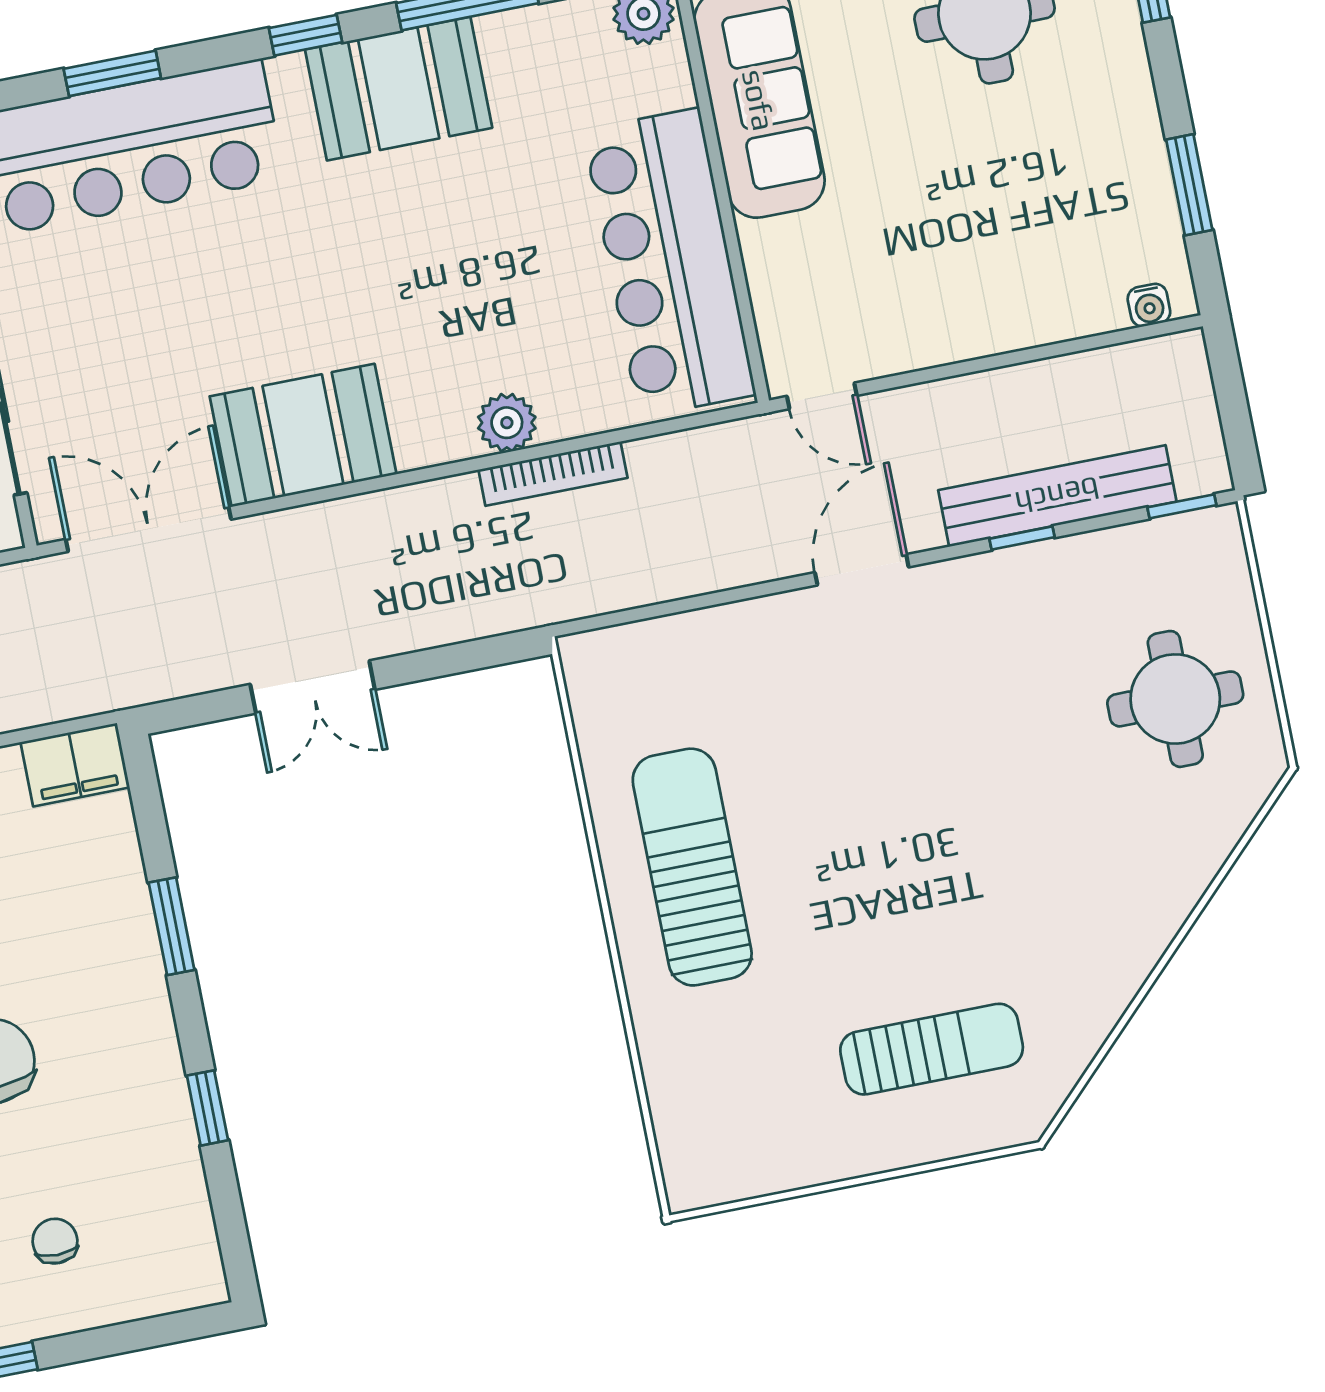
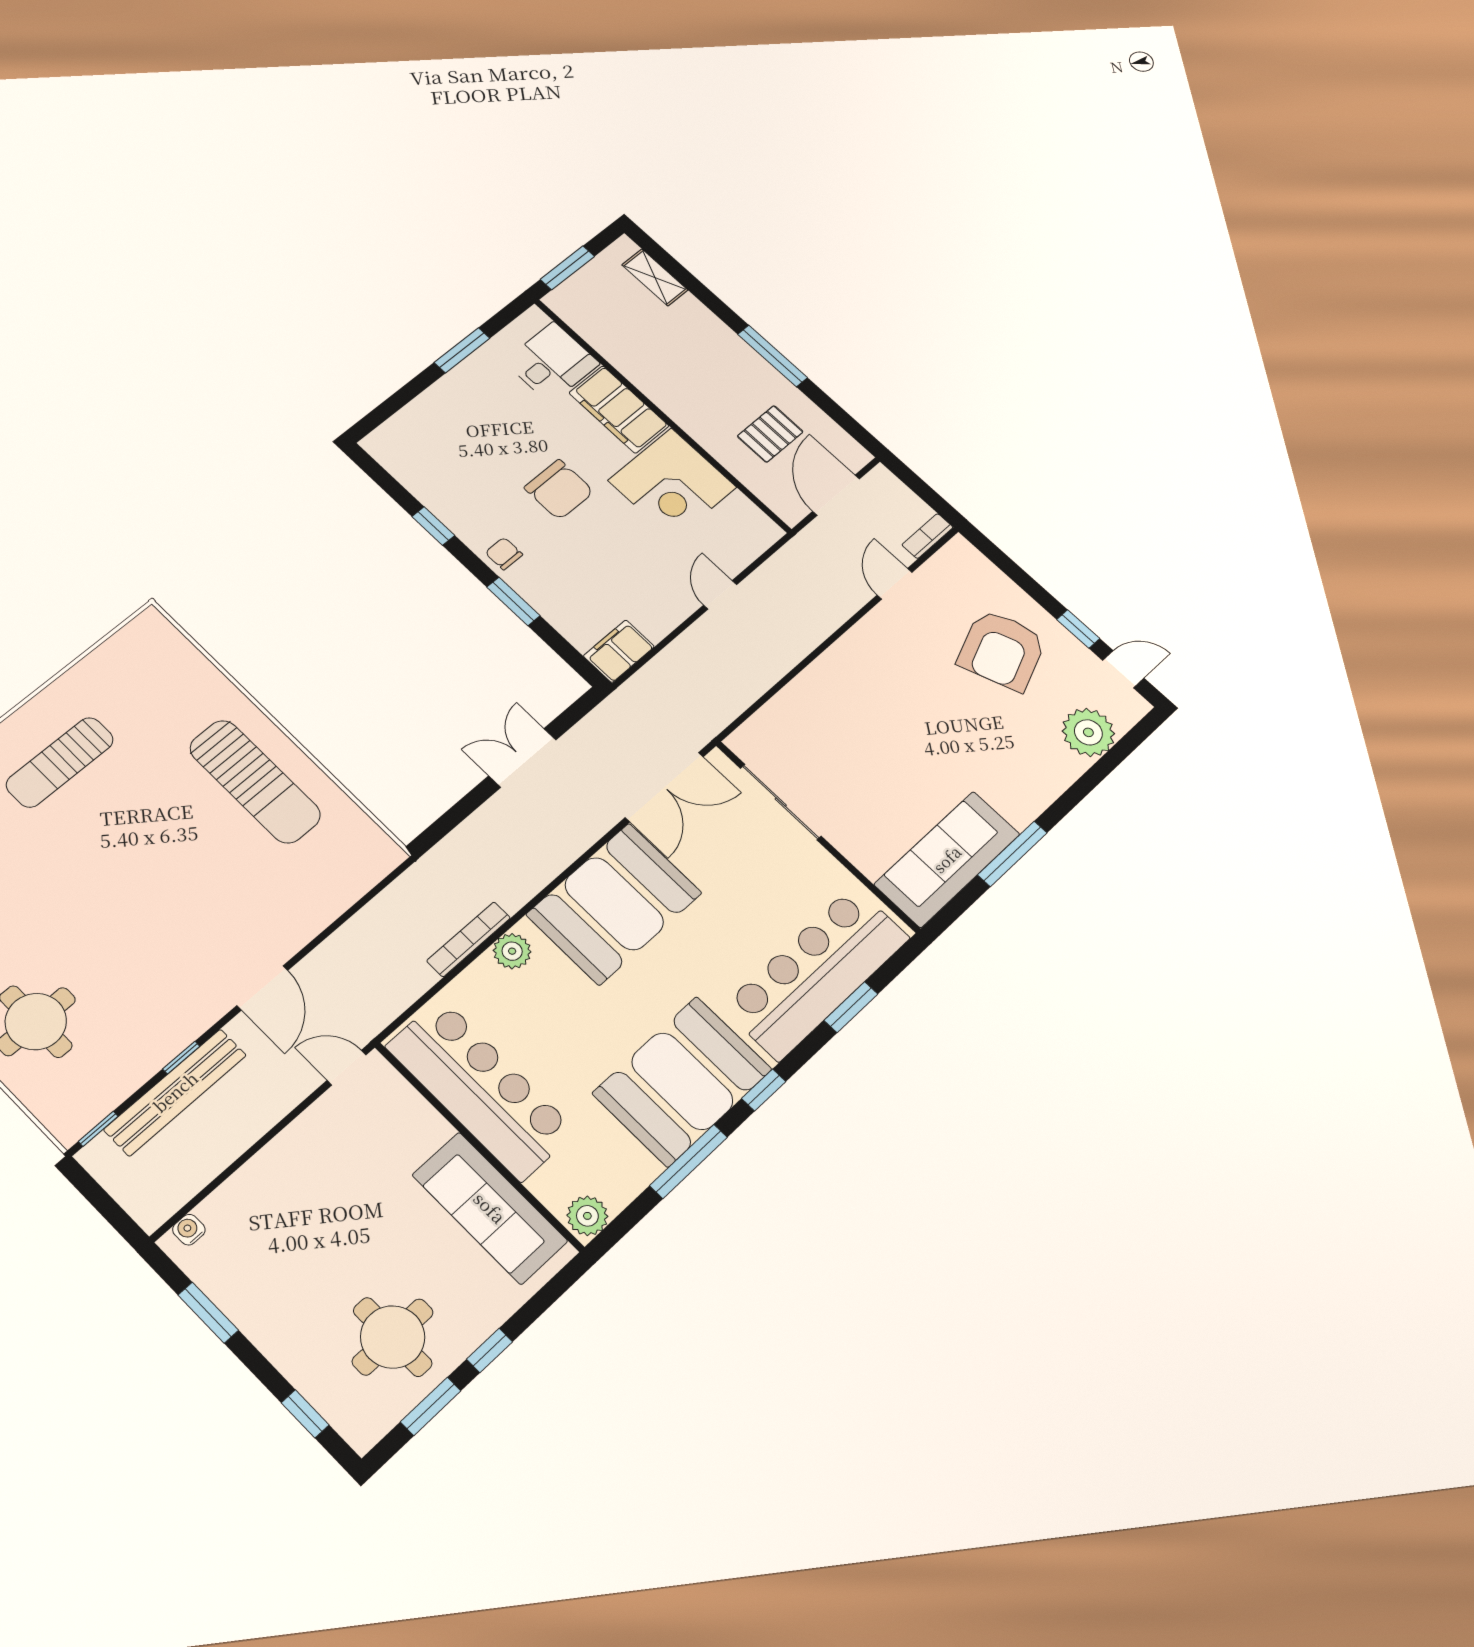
booth: (399, 89) -> (682, 1081), width x1.36, depth x1.42
booth: (303, 435) -> (614, 904), width x1.36, depth x1.42
chair: (55, 1241) -> (504, 554), moved, turned 180

